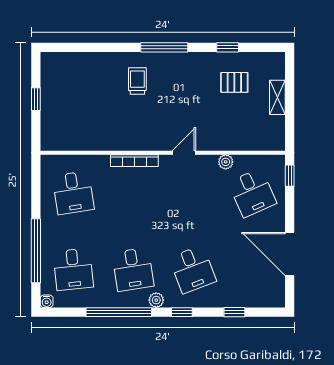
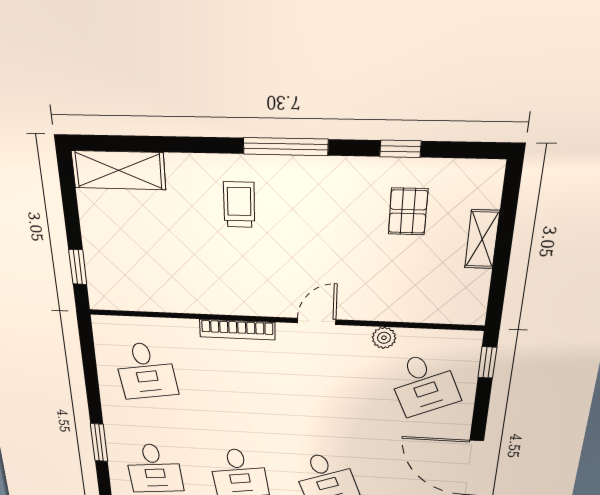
shelving: (67, 63) -> (119, 170), added
pallet: (234, 82) -> (408, 212), turned 90
window: (36, 99) -> (78, 267), moved
window: (36, 251) -> (99, 443), width x0.47

